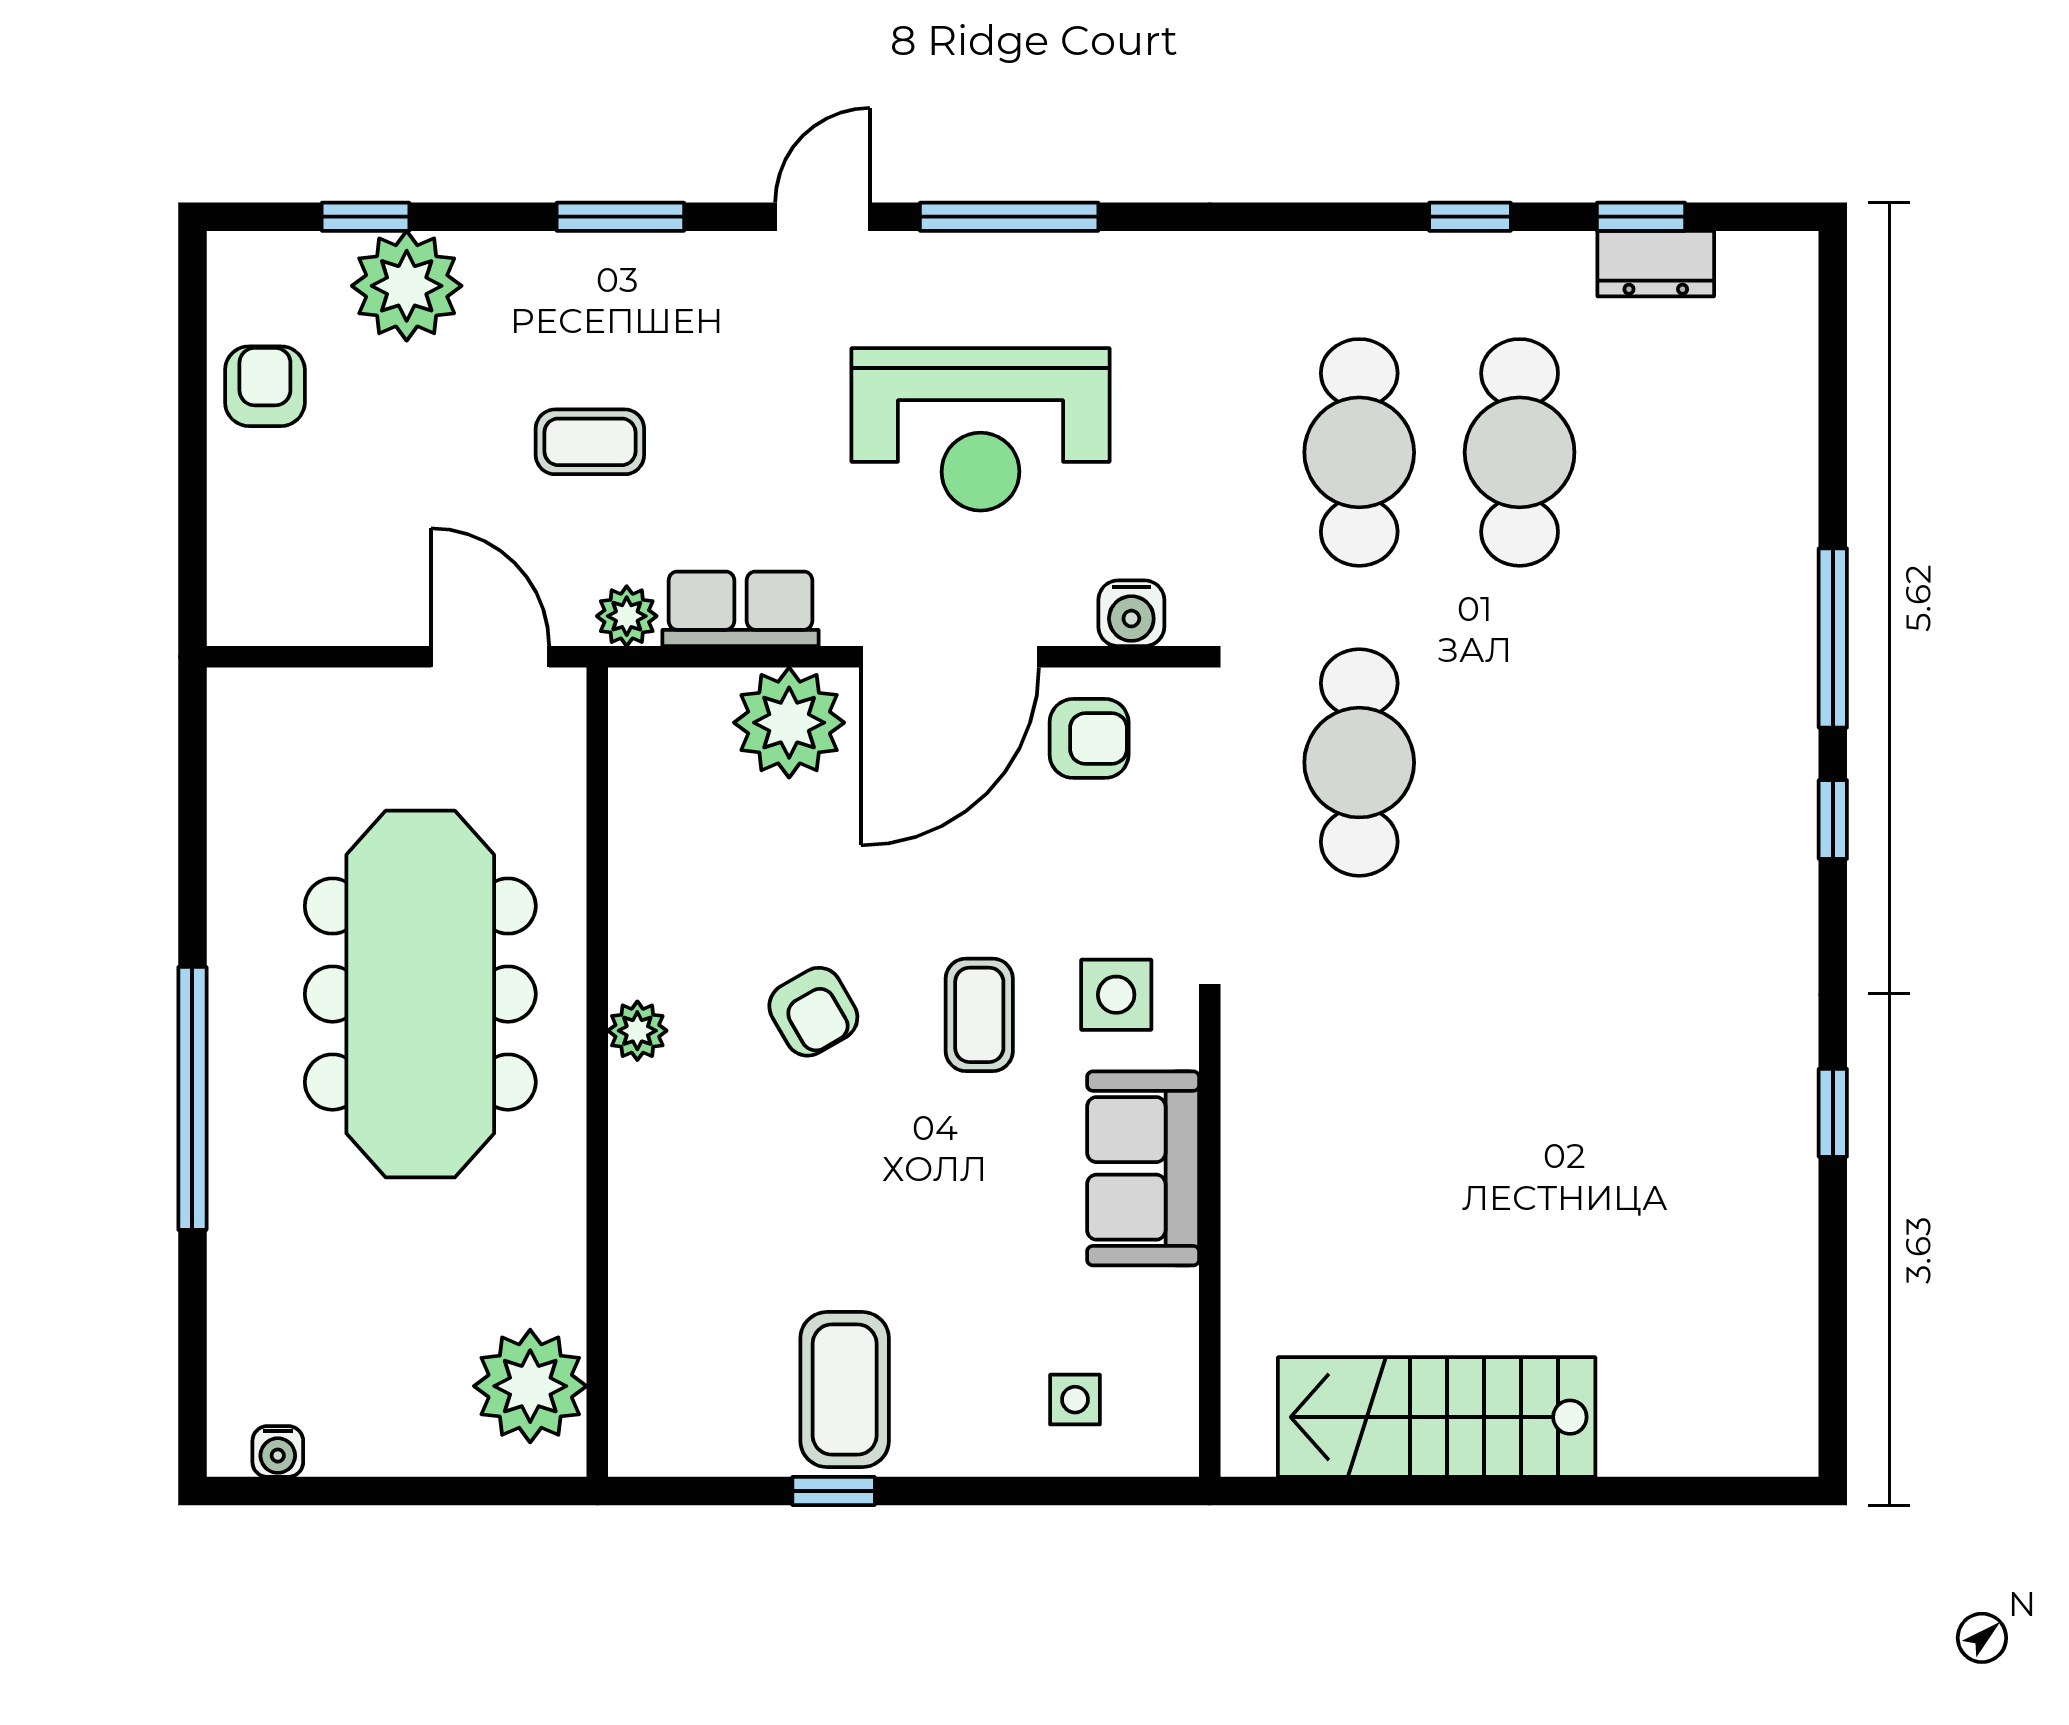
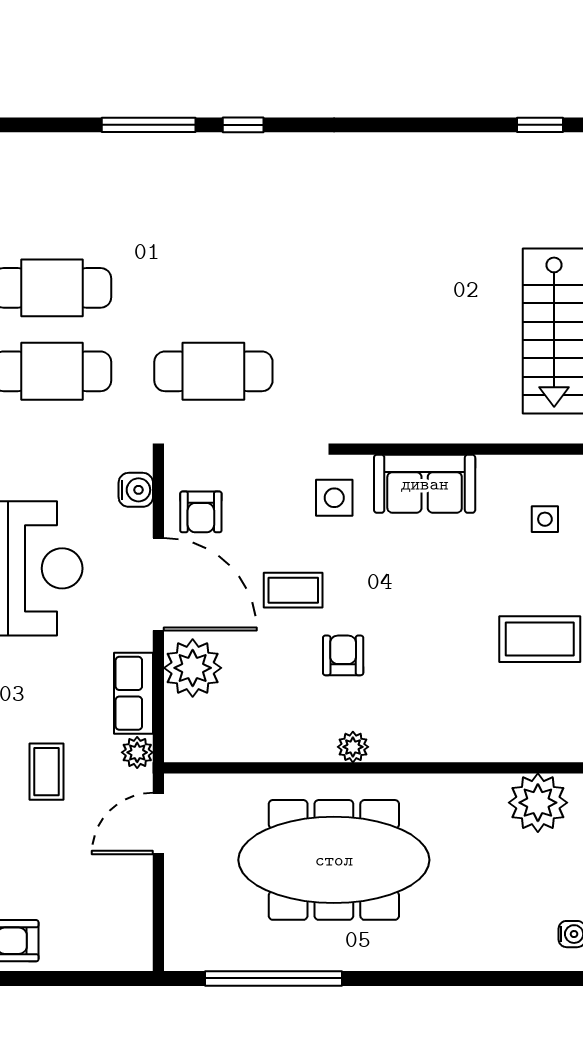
armchair: (1089, 738) -> (201, 512), turned 180
armchair: (813, 1012) -> (343, 655), turned -60
coffee table: (979, 1015) -> (293, 590), moved
window: (192, 1098) -> (274, 978), moved
window: (1833, 1113) -> (540, 125), moved

